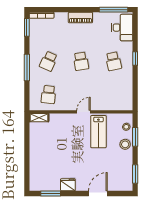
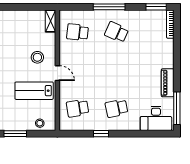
piano: (80, 18) -> (168, 83), moved
window: (135, 58) -> (101, 134), moved
school desk: (81, 61) -> (78, 108), moved
window: (135, 137) -> (15, 134), moved
stool: (125, 144) -> (37, 57), moved

